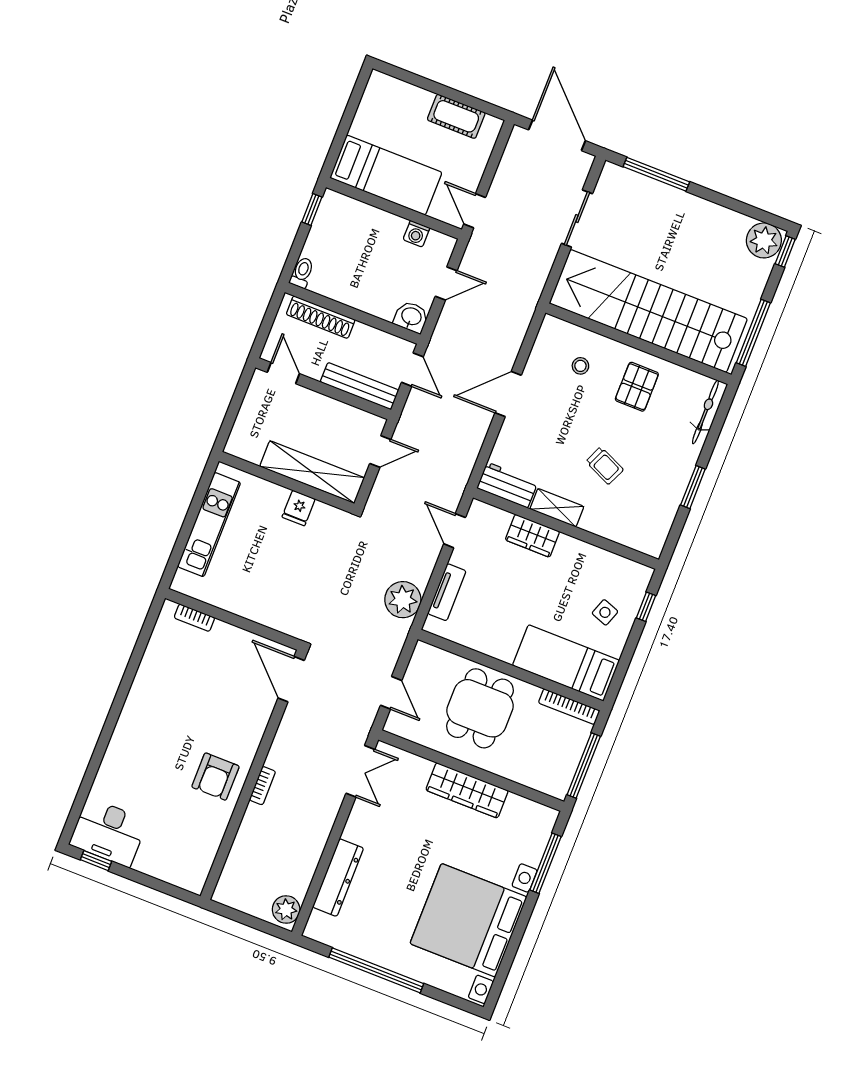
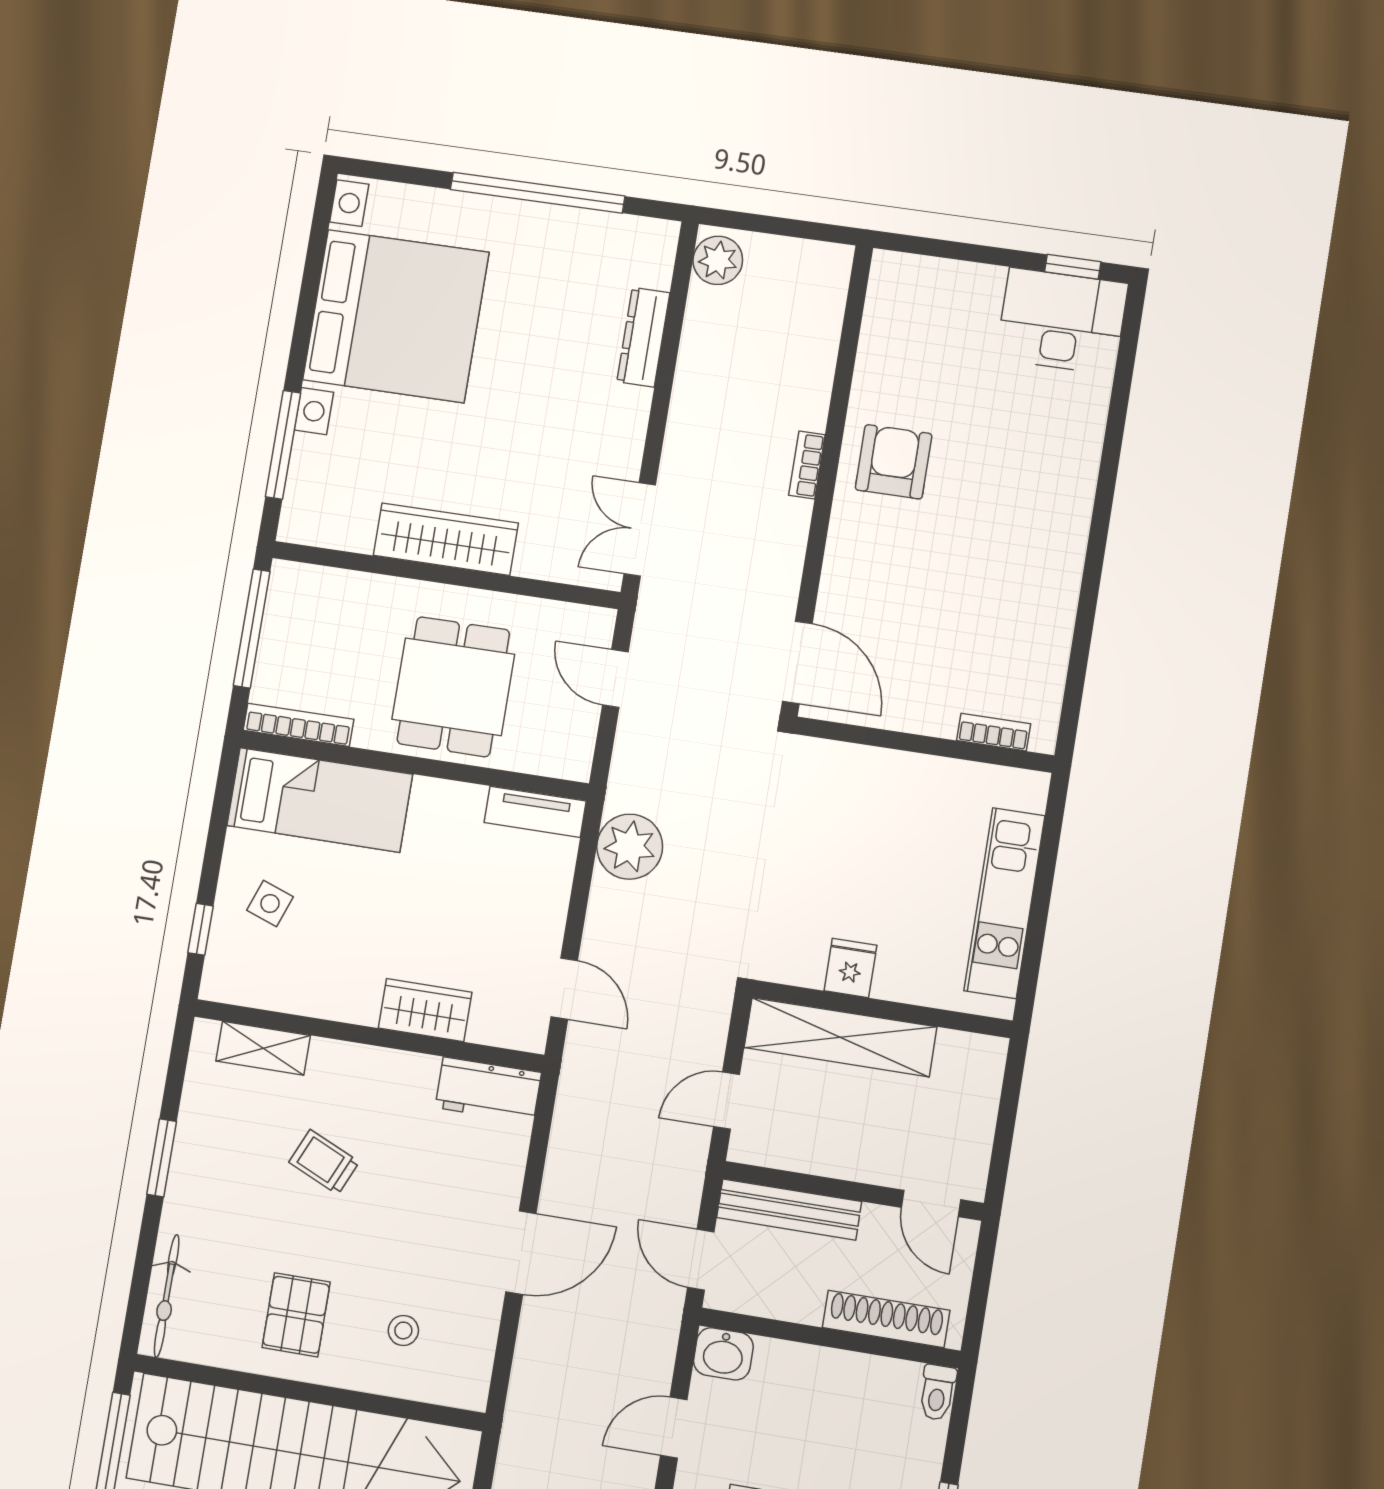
shelving: (557, 508) -> (263, 1048), moved
tv unit: (447, 592) -> (535, 812), moved, turned -90
dresser: (338, 878) -> (643, 337), width x0.73, depth x0.80

